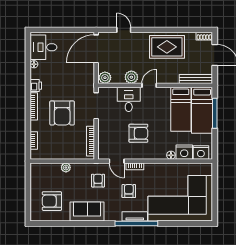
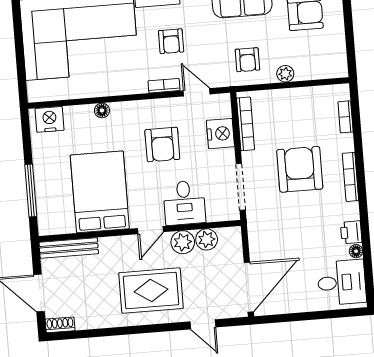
rug: (167, 47) -> (151, 291), moved
plant: (105, 78) -> (207, 239), moved
printer: (36, 86) -> (351, 232), moved
bed: (181, 109) -> (100, 192), width x1.50
bed: (202, 110) -> (53, 194), removed
armchair: (138, 133) -> (162, 144), turned -90
nightstand: (184, 152) -> (220, 134), moved, turned 90
armchair: (98, 181) -> (247, 60), moved

